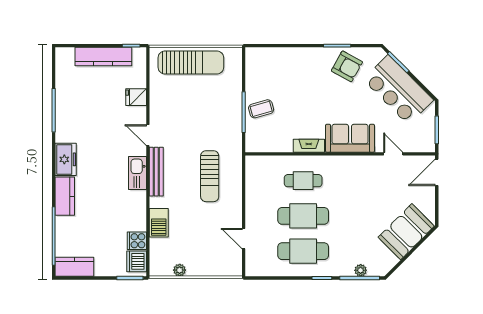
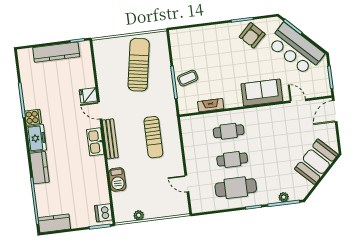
sun lounger: (191, 63) -> (139, 65), moved, turned -80
armchair: (347, 66) -> (252, 35), turned 107
fridge: (136, 97) -> (88, 95), moved
fireplace: (309, 146) -> (211, 105), moved
cafe table: (303, 216) -> (232, 159), width x0.73, depth x0.74
cooker: (137, 241) -> (33, 117), moved, turned 180

